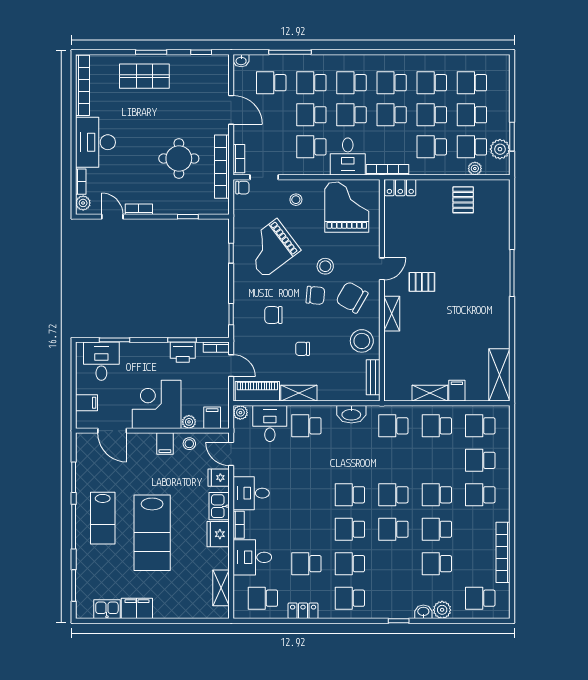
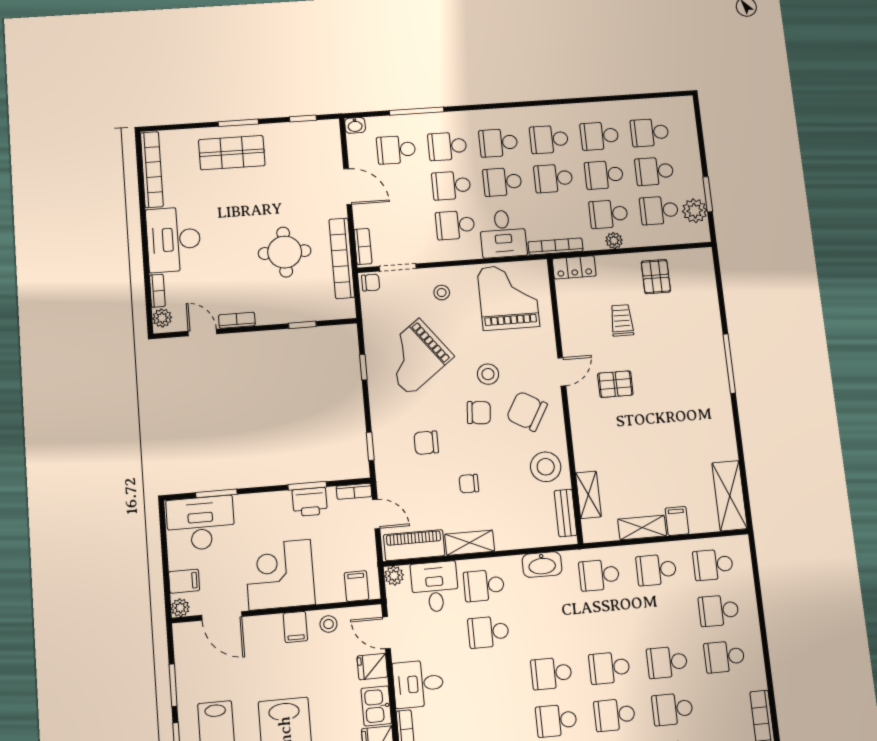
plant: (475, 169) -> (614, 241), moved
trolley: (433, 232) -> (622, 320), added
shelving: (392, 314) -> (588, 495), moved
desk: (101, 361) -> (201, 523), width x1.37
plant: (189, 422) -> (180, 608), moved
school desk: (306, 460) -> (488, 632), added

